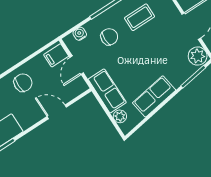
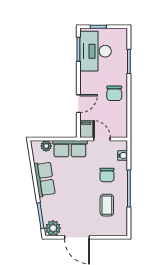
filing cabinet: (56, 55) -> (86, 129), moved

